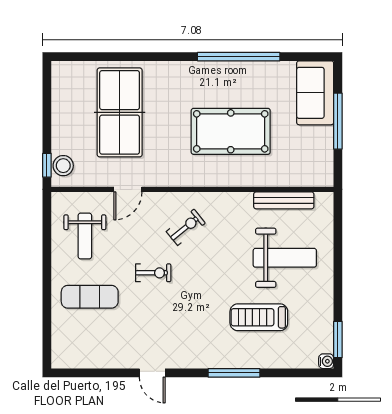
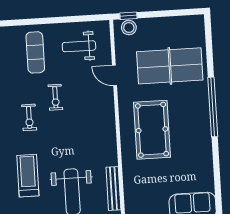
window: (239, 57) -> (213, 107), moved
pool table: (231, 131) -> (152, 130), moved
exercise bike: (186, 227) -> (29, 117), moved, turned 39

